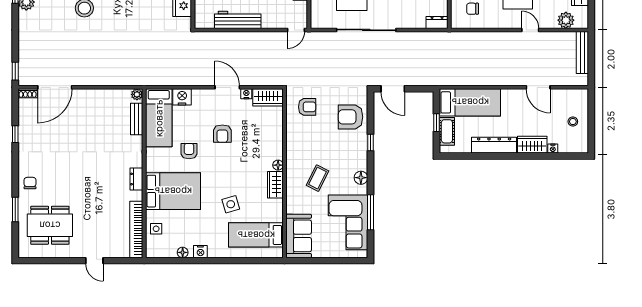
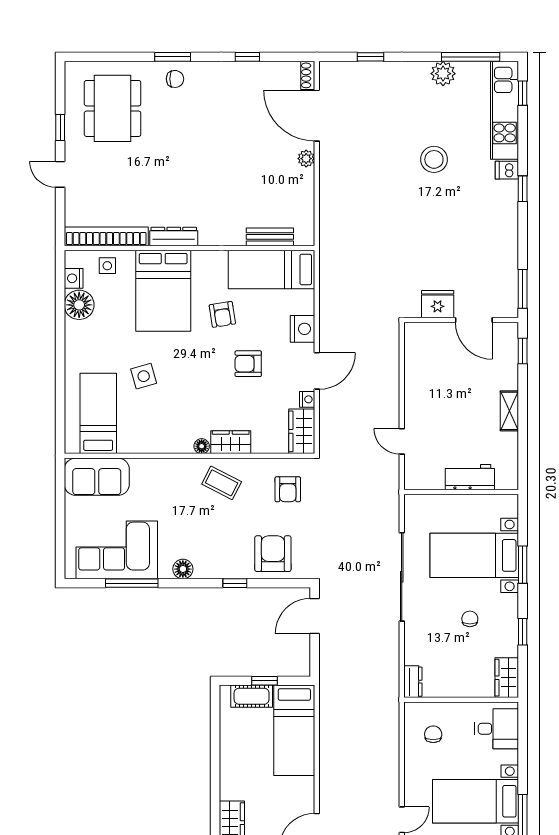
workbench: (238, 20) -> (417, 387), removed
door: (296, 30) -> (402, 441), moved
window: (15, 71) -> (371, 57), moved
plant: (137, 94) -> (306, 159), moved
nightstand: (182, 97) -> (303, 329), moved
dresser: (494, 145) -> (231, 766), removed
armchair: (189, 151) -> (222, 314), turned 81
coffee table: (318, 178) -> (222, 483), moved
dresser: (136, 179) -> (174, 236), width x1.44
wardrobe: (275, 185) -> (231, 442), moved
window: (15, 210) -> (173, 57), moved
floor lamp: (183, 252) -> (79, 305), width x1.89, depth x1.89
nightstand: (200, 252) -> (74, 278), moved
window: (63, 261) -> (60, 128), added
door: (94, 261) -> (60, 174), hinge flipped

